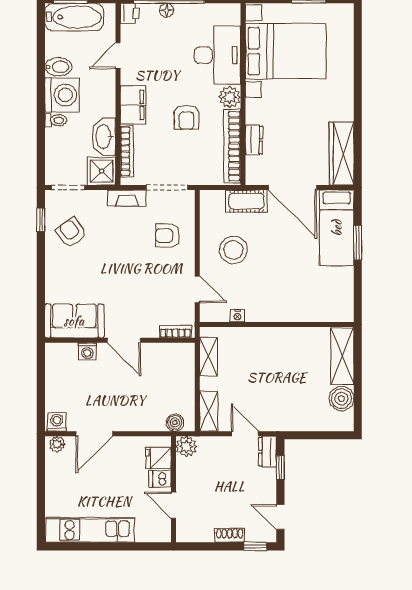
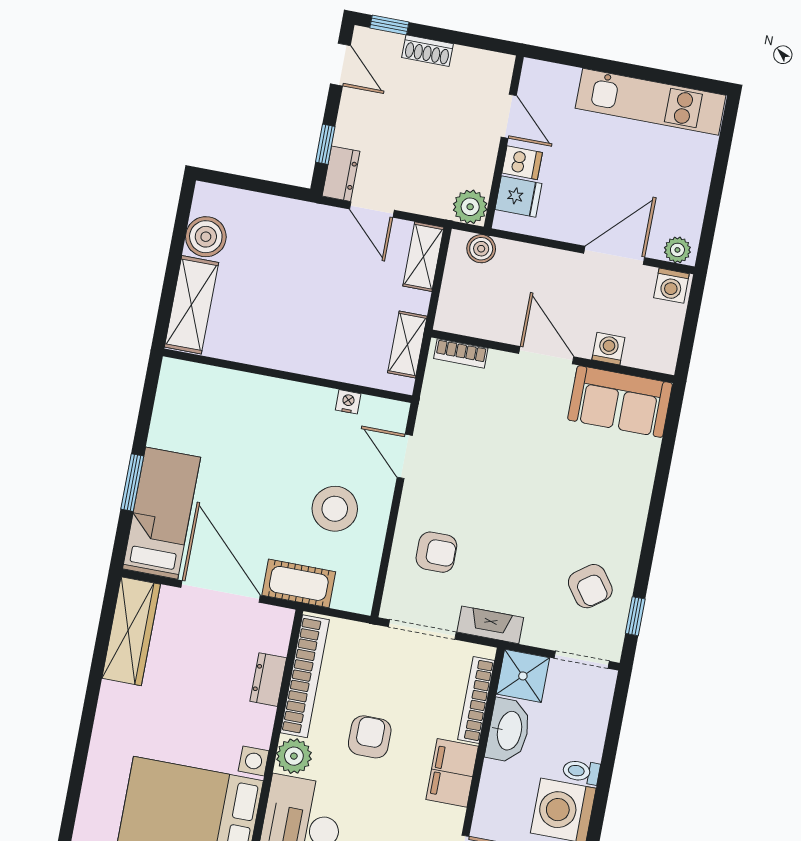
sofa: (74, 321) -> (620, 401), moved
bookcase: (175, 332) -> (461, 353), moved
wall: (120, 340) -> (553, 356), moved
door: (124, 340) -> (546, 355), moved
washing machine: (87, 351) -> (608, 349), moved

